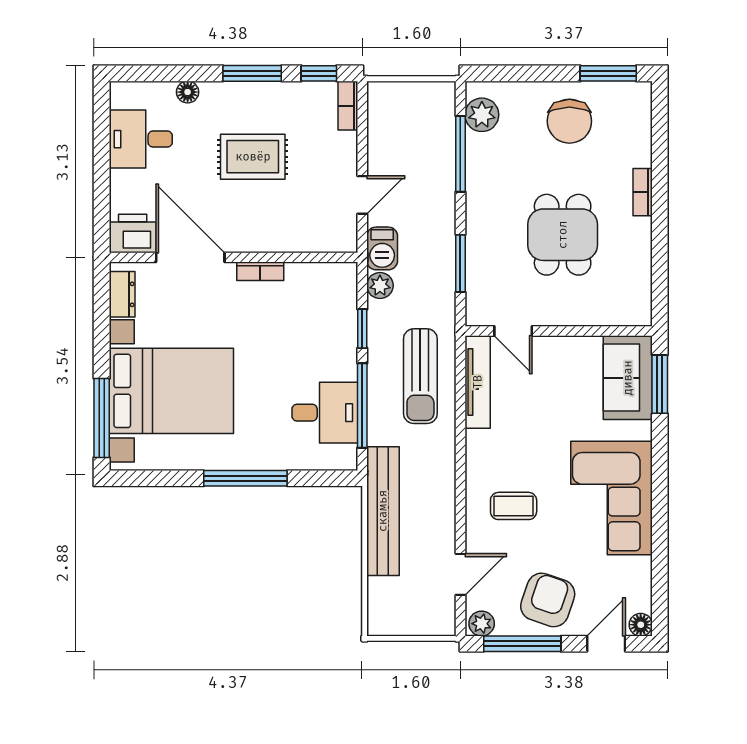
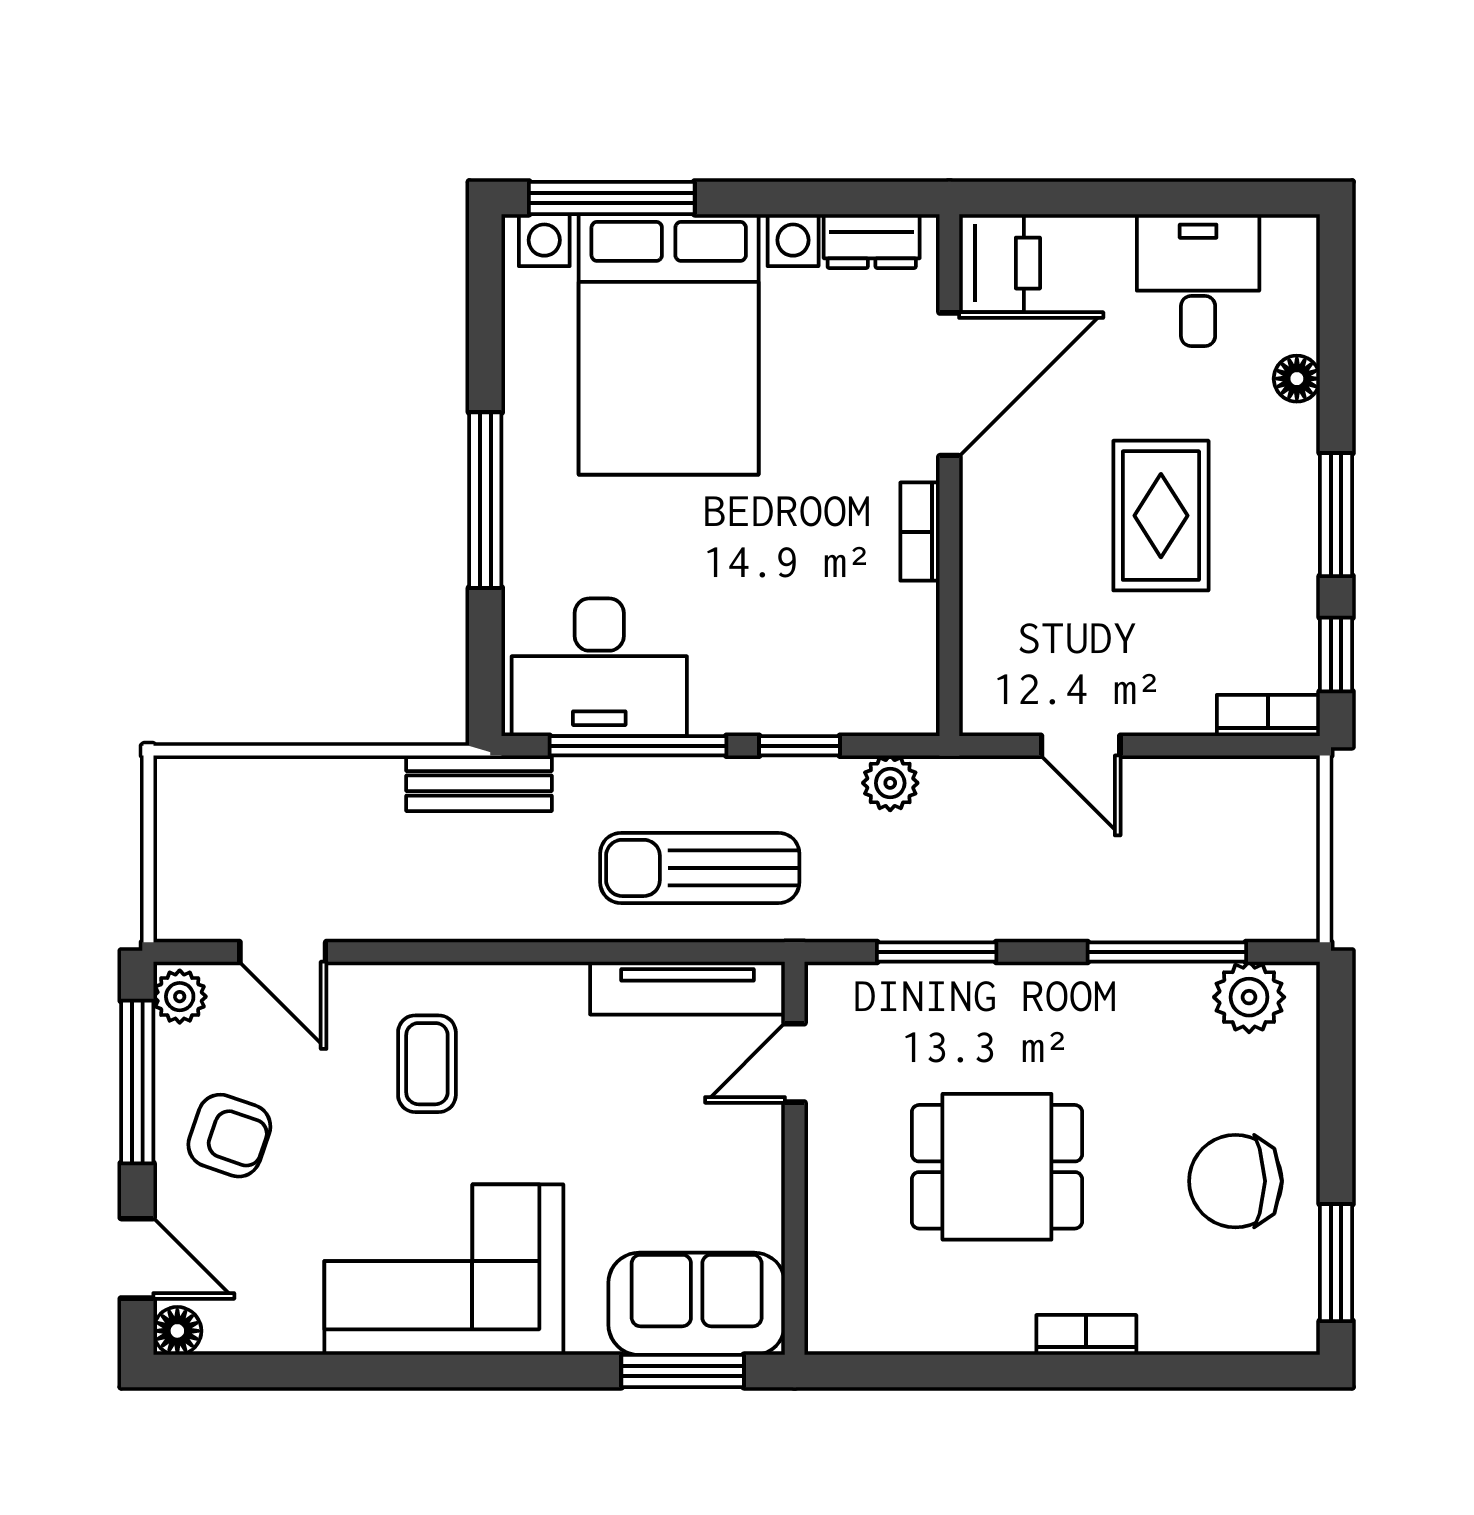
barbecue: (382, 248) -> (968, 788), removed
desk: (325, 413) -> (599, 667), width x1.37
bench: (383, 511) -> (479, 783), width x0.54, depth x0.82
armchair: (548, 600) -> (229, 1136), width x0.72, depth x0.72

